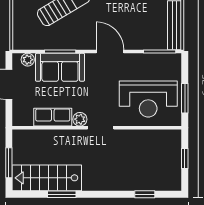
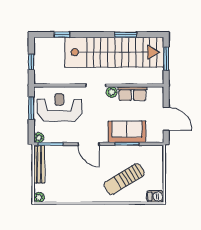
plant: (28, 60) -> (39, 138), moved
stairs: (47, 178) -> (114, 52), width x1.86, depth x1.51

